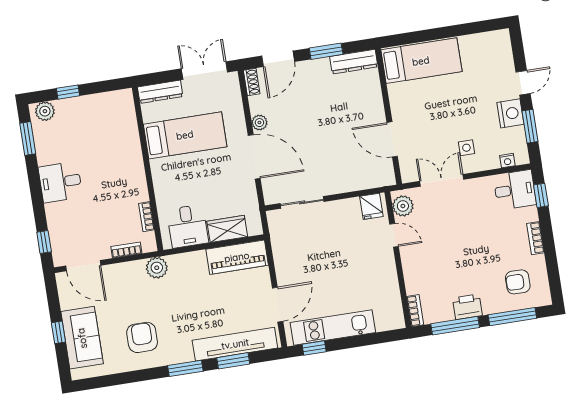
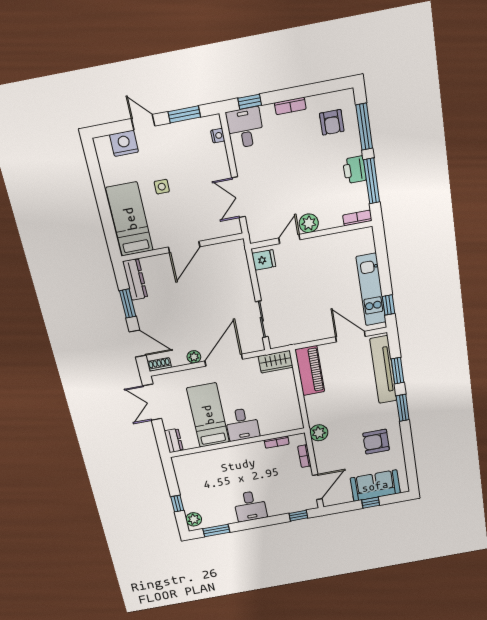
dresser: (160, 92) -> (174, 441), width x0.70
nightstand: (510, 113) -> (124, 143), moved
door: (392, 139) -> (184, 247), moved
side table: (466, 148) -> (162, 187), moved
plant: (403, 206) -> (309, 223), moved
desk: (188, 226) -> (242, 424), moved, turned 90
wardrobe: (227, 229) -> (276, 362), moved, turned -90

